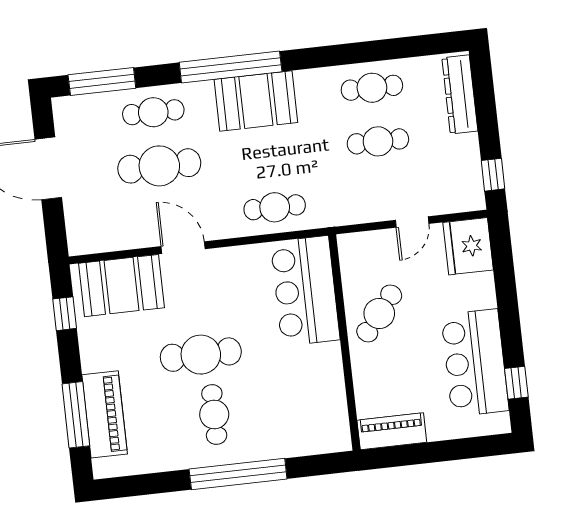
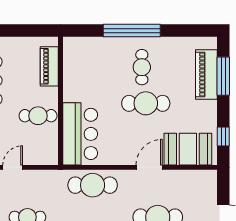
cafe table: (275, 207) -> (93, 185), width x1.37, depth x1.35
door: (183, 248) -> (149, 167), swing flipped
cafe table: (379, 313) -> (38, 116), turned 51
piano: (392, 431) -> (49, 66), moved, turned 90

